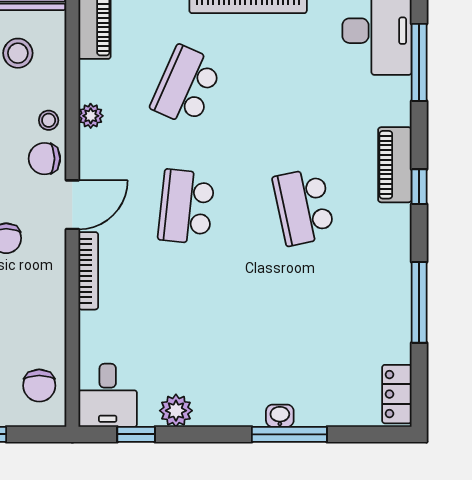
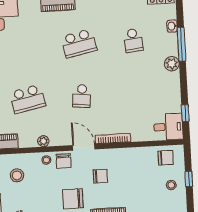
school desk: (186, 86) -> (28, 99), turned -36
school desk: (186, 207) -> (82, 96), width x0.54
school desk: (304, 328) -> (133, 40), added
plant: (176, 411) -> (172, 64), moved
washbasin: (280, 416) -> (172, 26), moved

